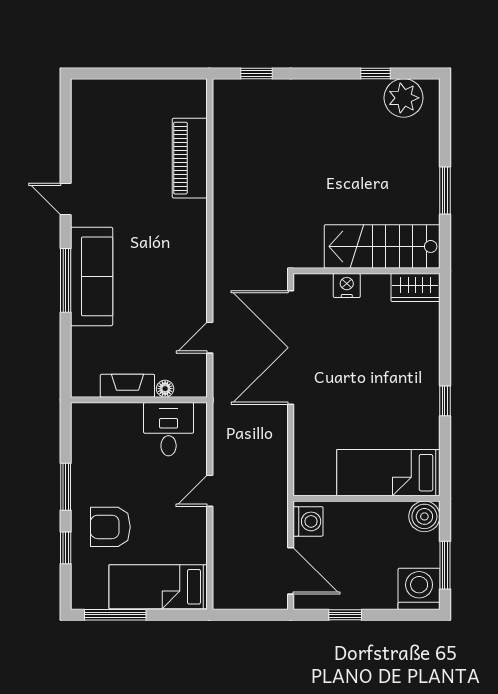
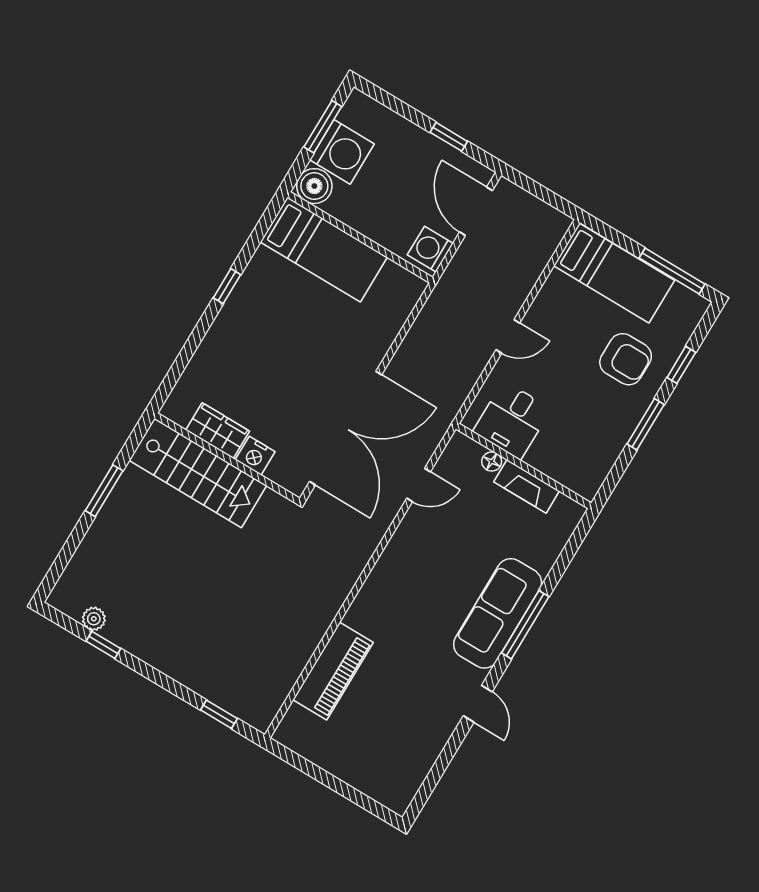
plant: (404, 98) -> (94, 619), width x0.53, depth x0.53
wardrobe: (415, 287) -> (218, 431), moved
washing machine: (419, 589) -> (342, 152), moved, turned -90

